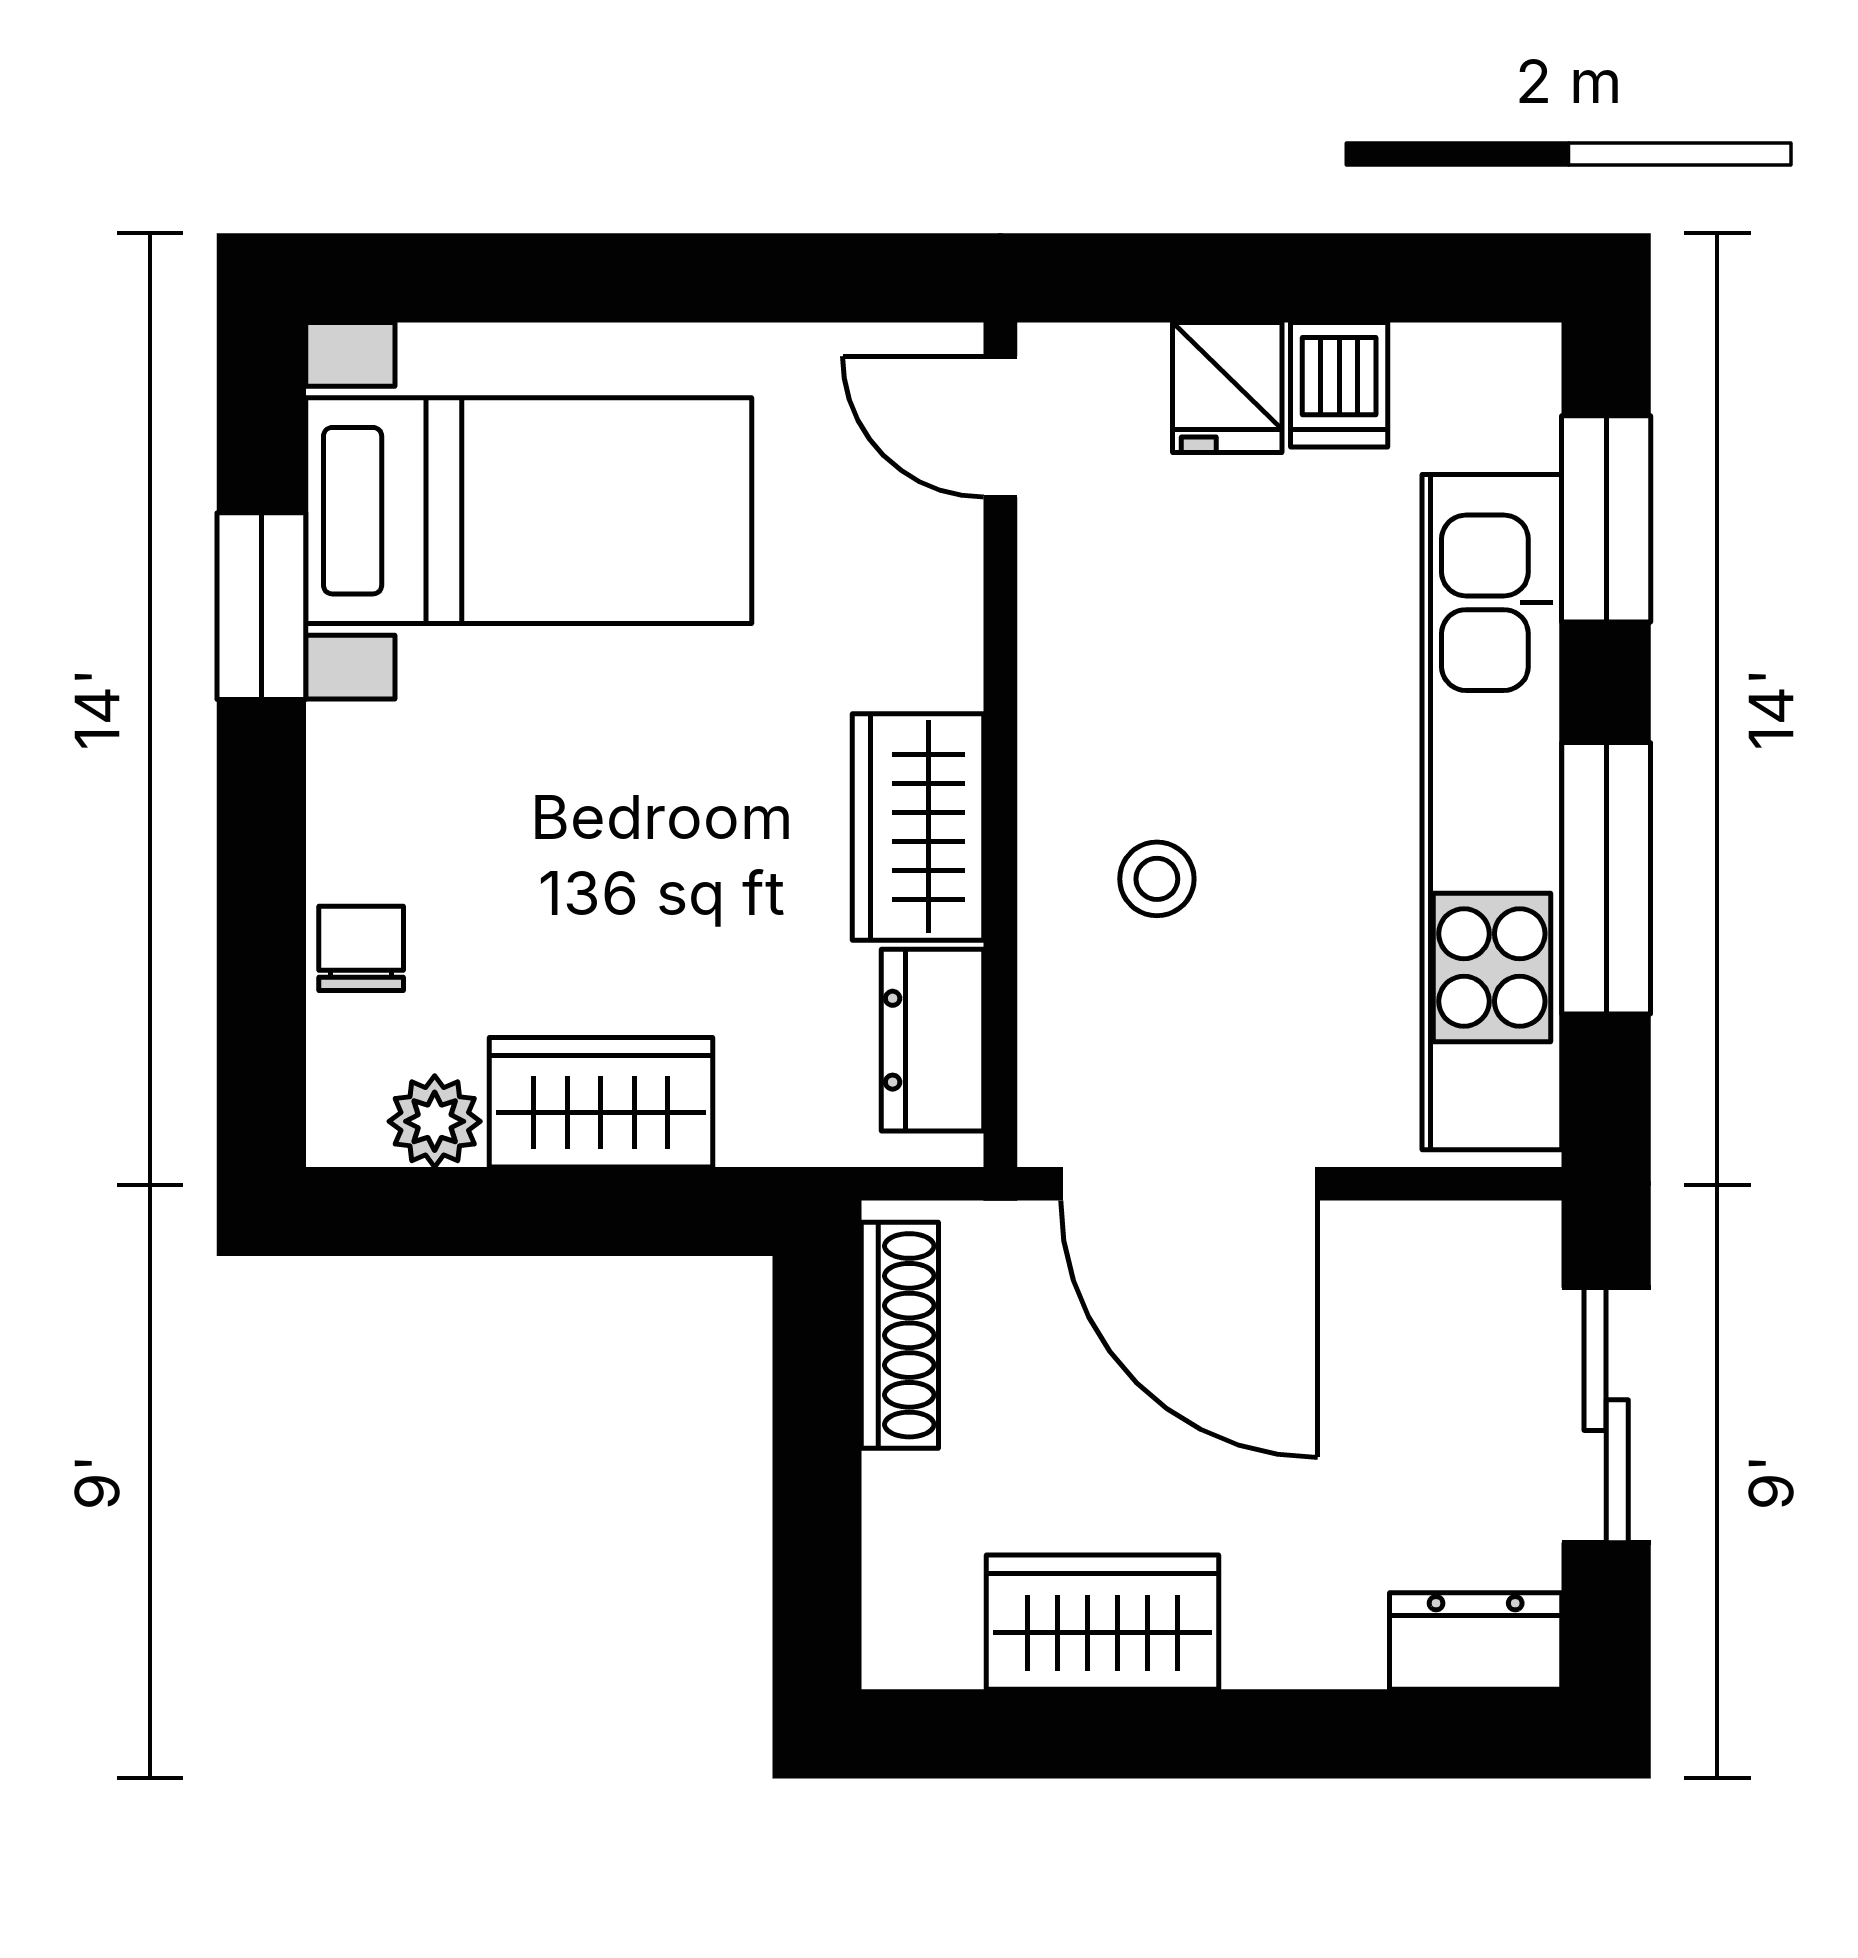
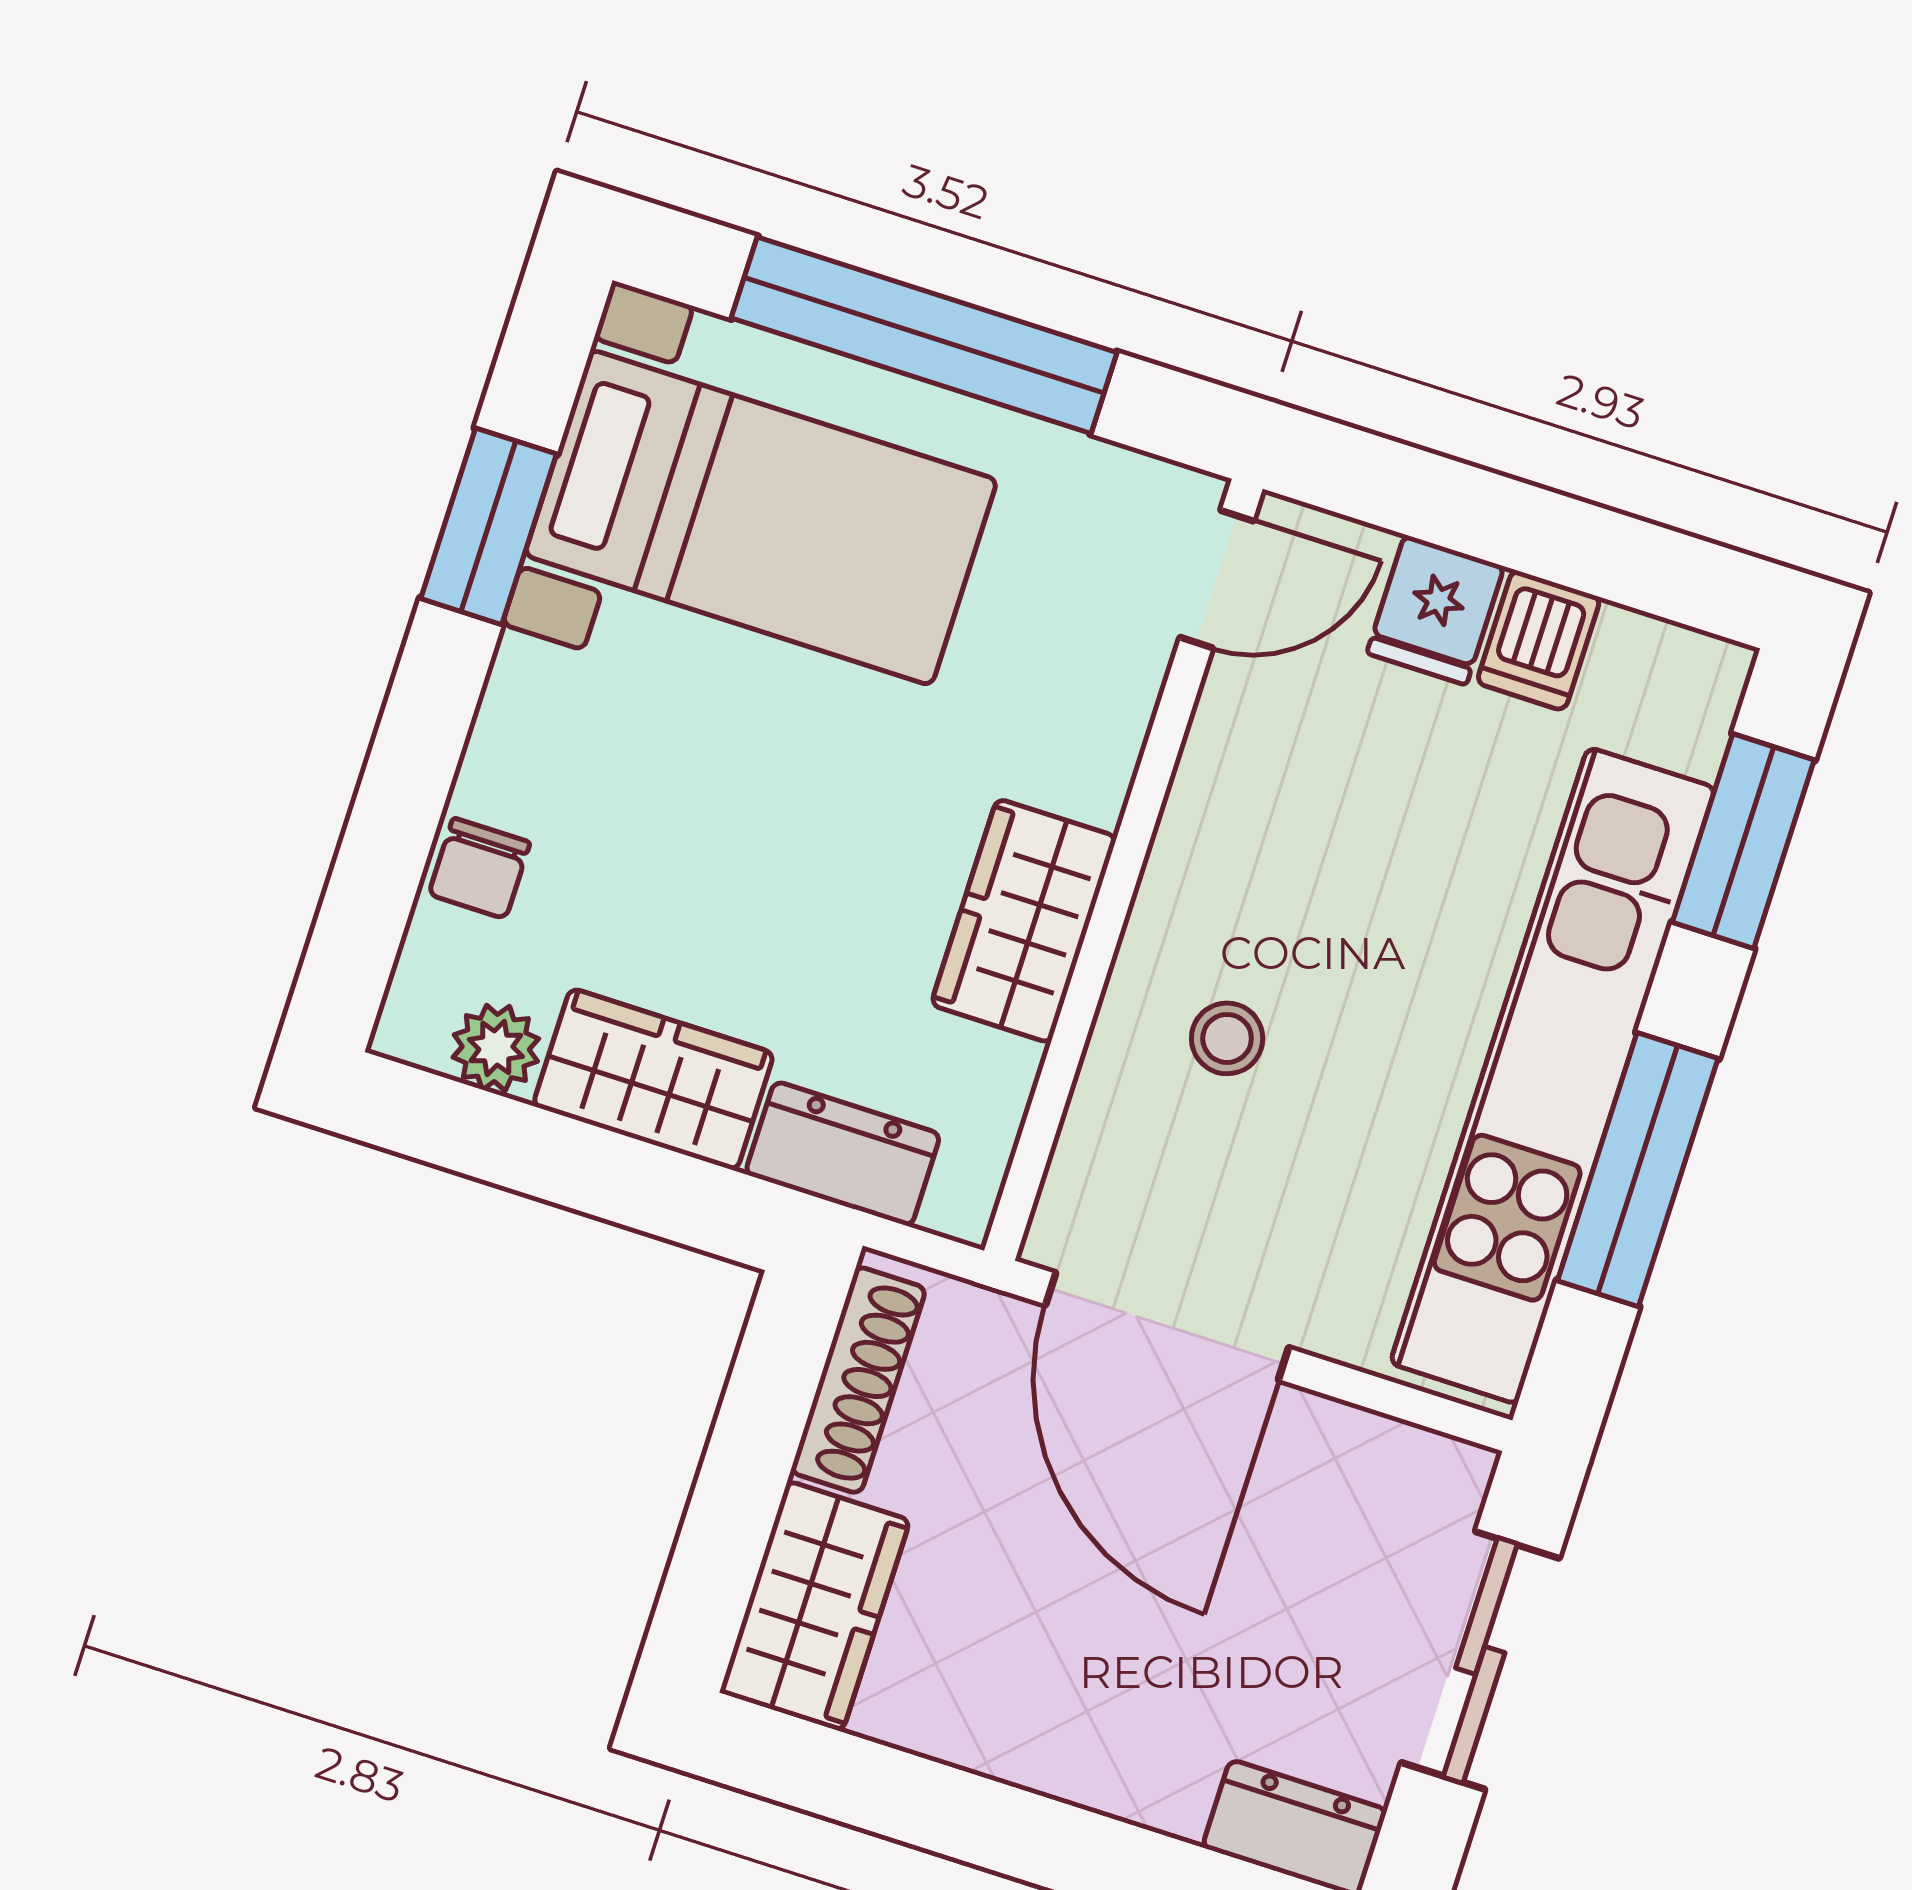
window: (632, 278) -> (924, 335), added
door: (1000, 427) -> (1217, 579), swing flipped
chair: (361, 948) -> (479, 868), turned 180
dresser: (933, 1040) -> (843, 1154), moved, turned 90
wardrobe: (1103, 1622) -> (815, 1606), moved, turned 90

